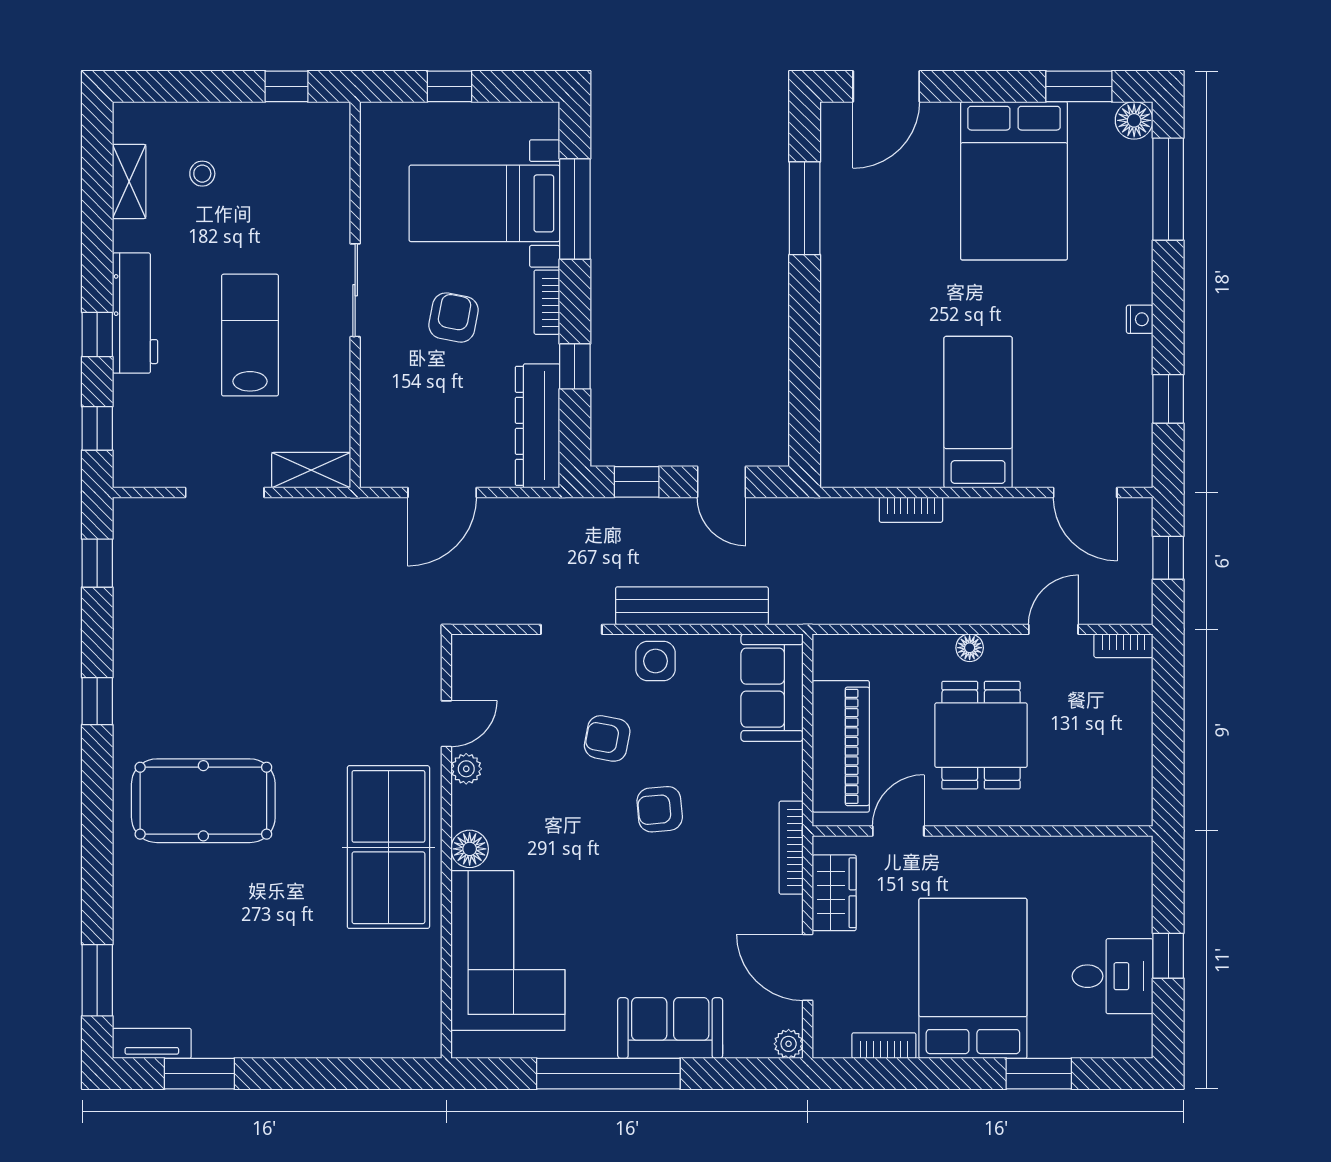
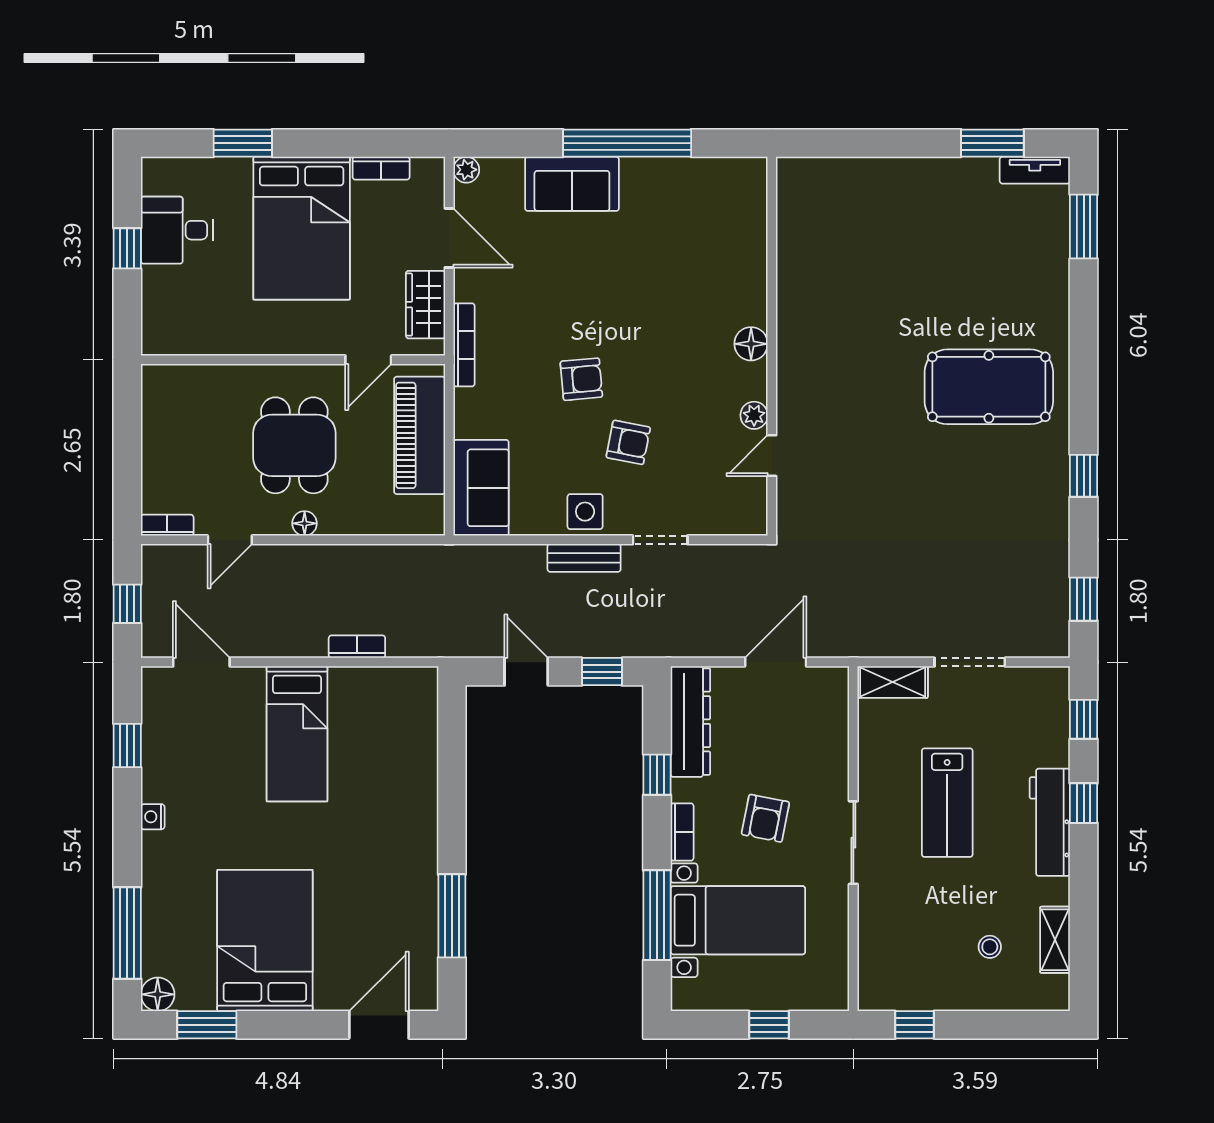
bench: (692, 606) -> (584, 558), width x0.54, depth x0.82
table tennis table: (388, 847) -> (824, 345), removed
corner sofa: (508, 951) -> (717, 253), removed

